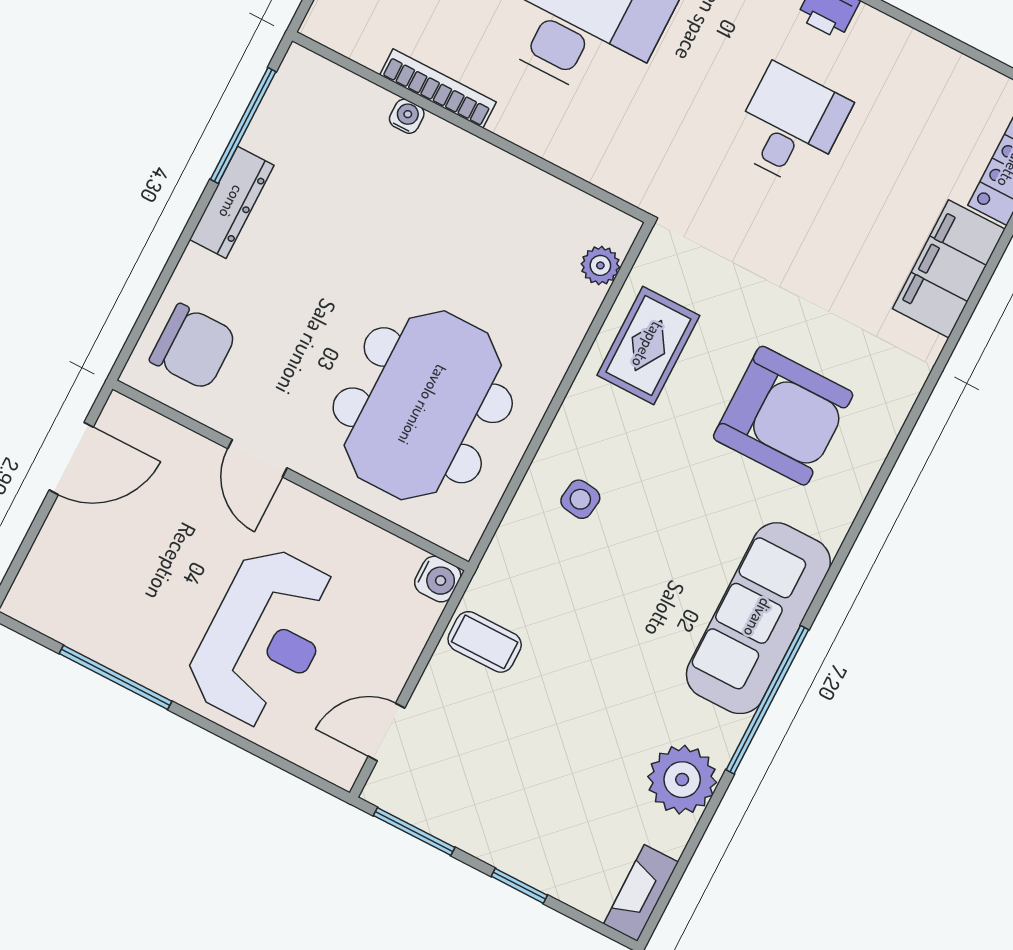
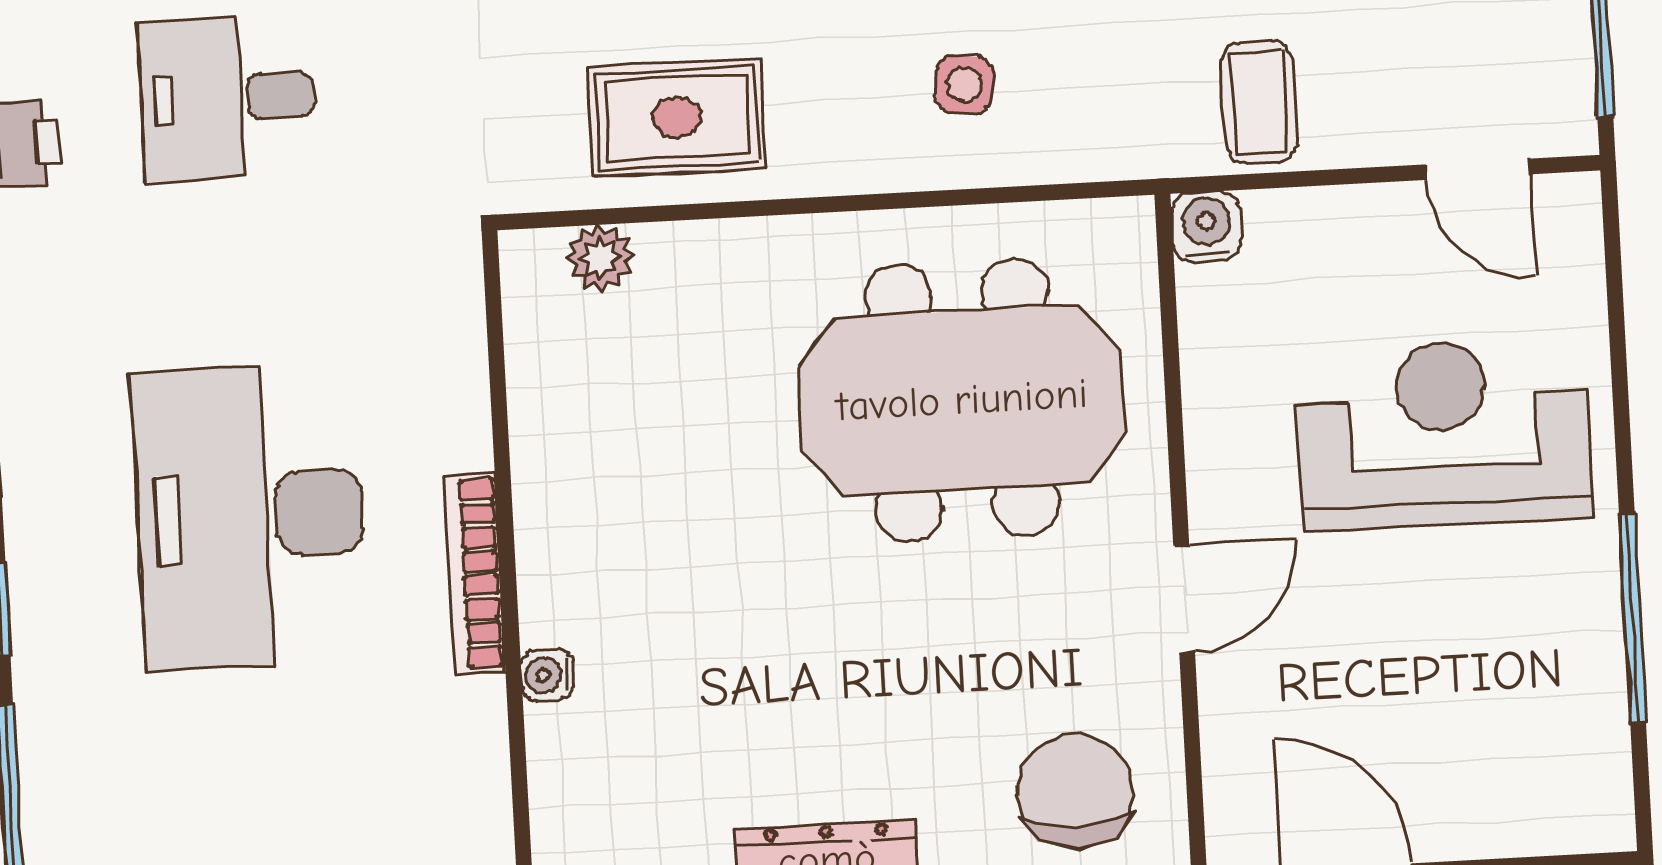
bookcase: (438, 89) -> (475, 574), moved

